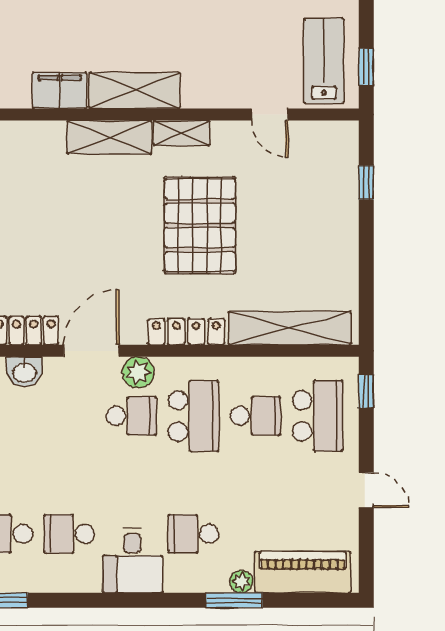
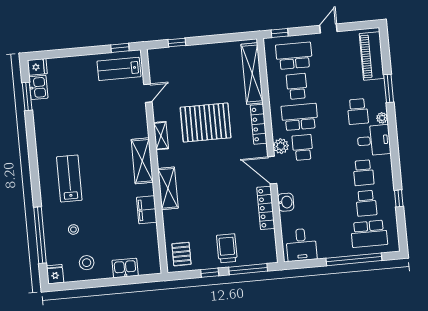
filing cabinet: (60, 90) -> (147, 210), moved
shelving: (109, 137) -> (168, 188), moved
plant: (241, 582) -> (382, 118), moved

